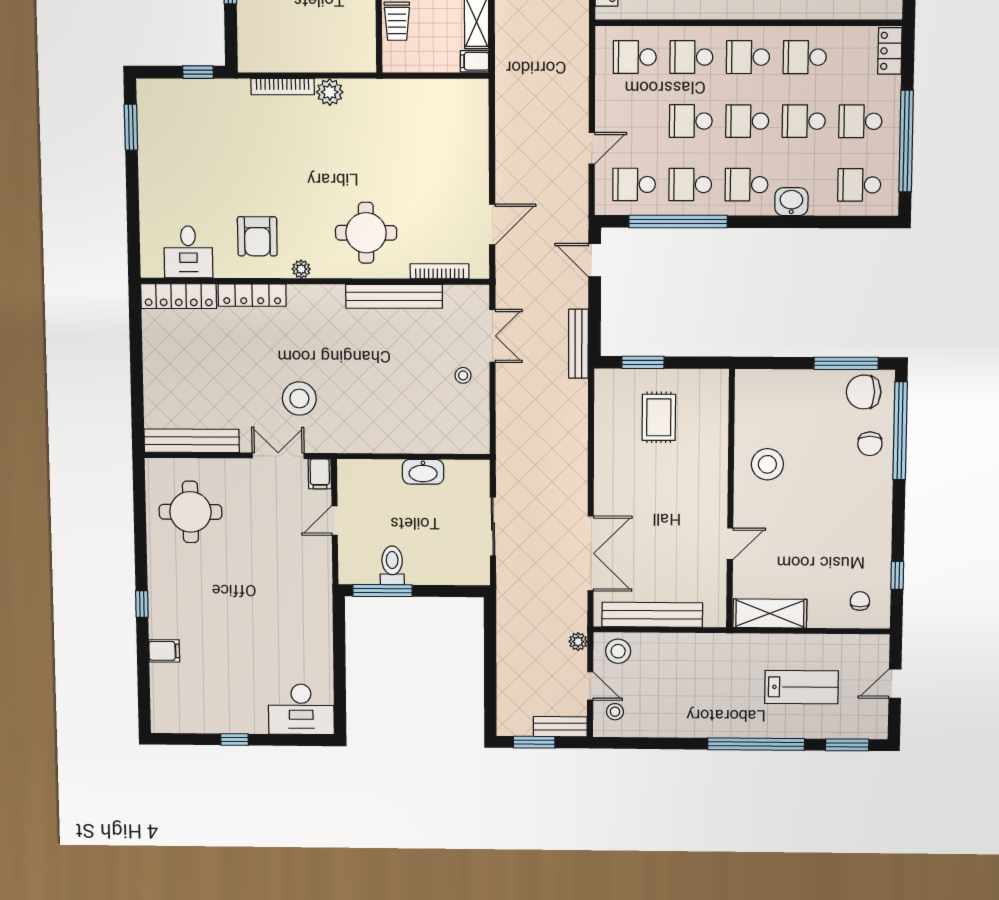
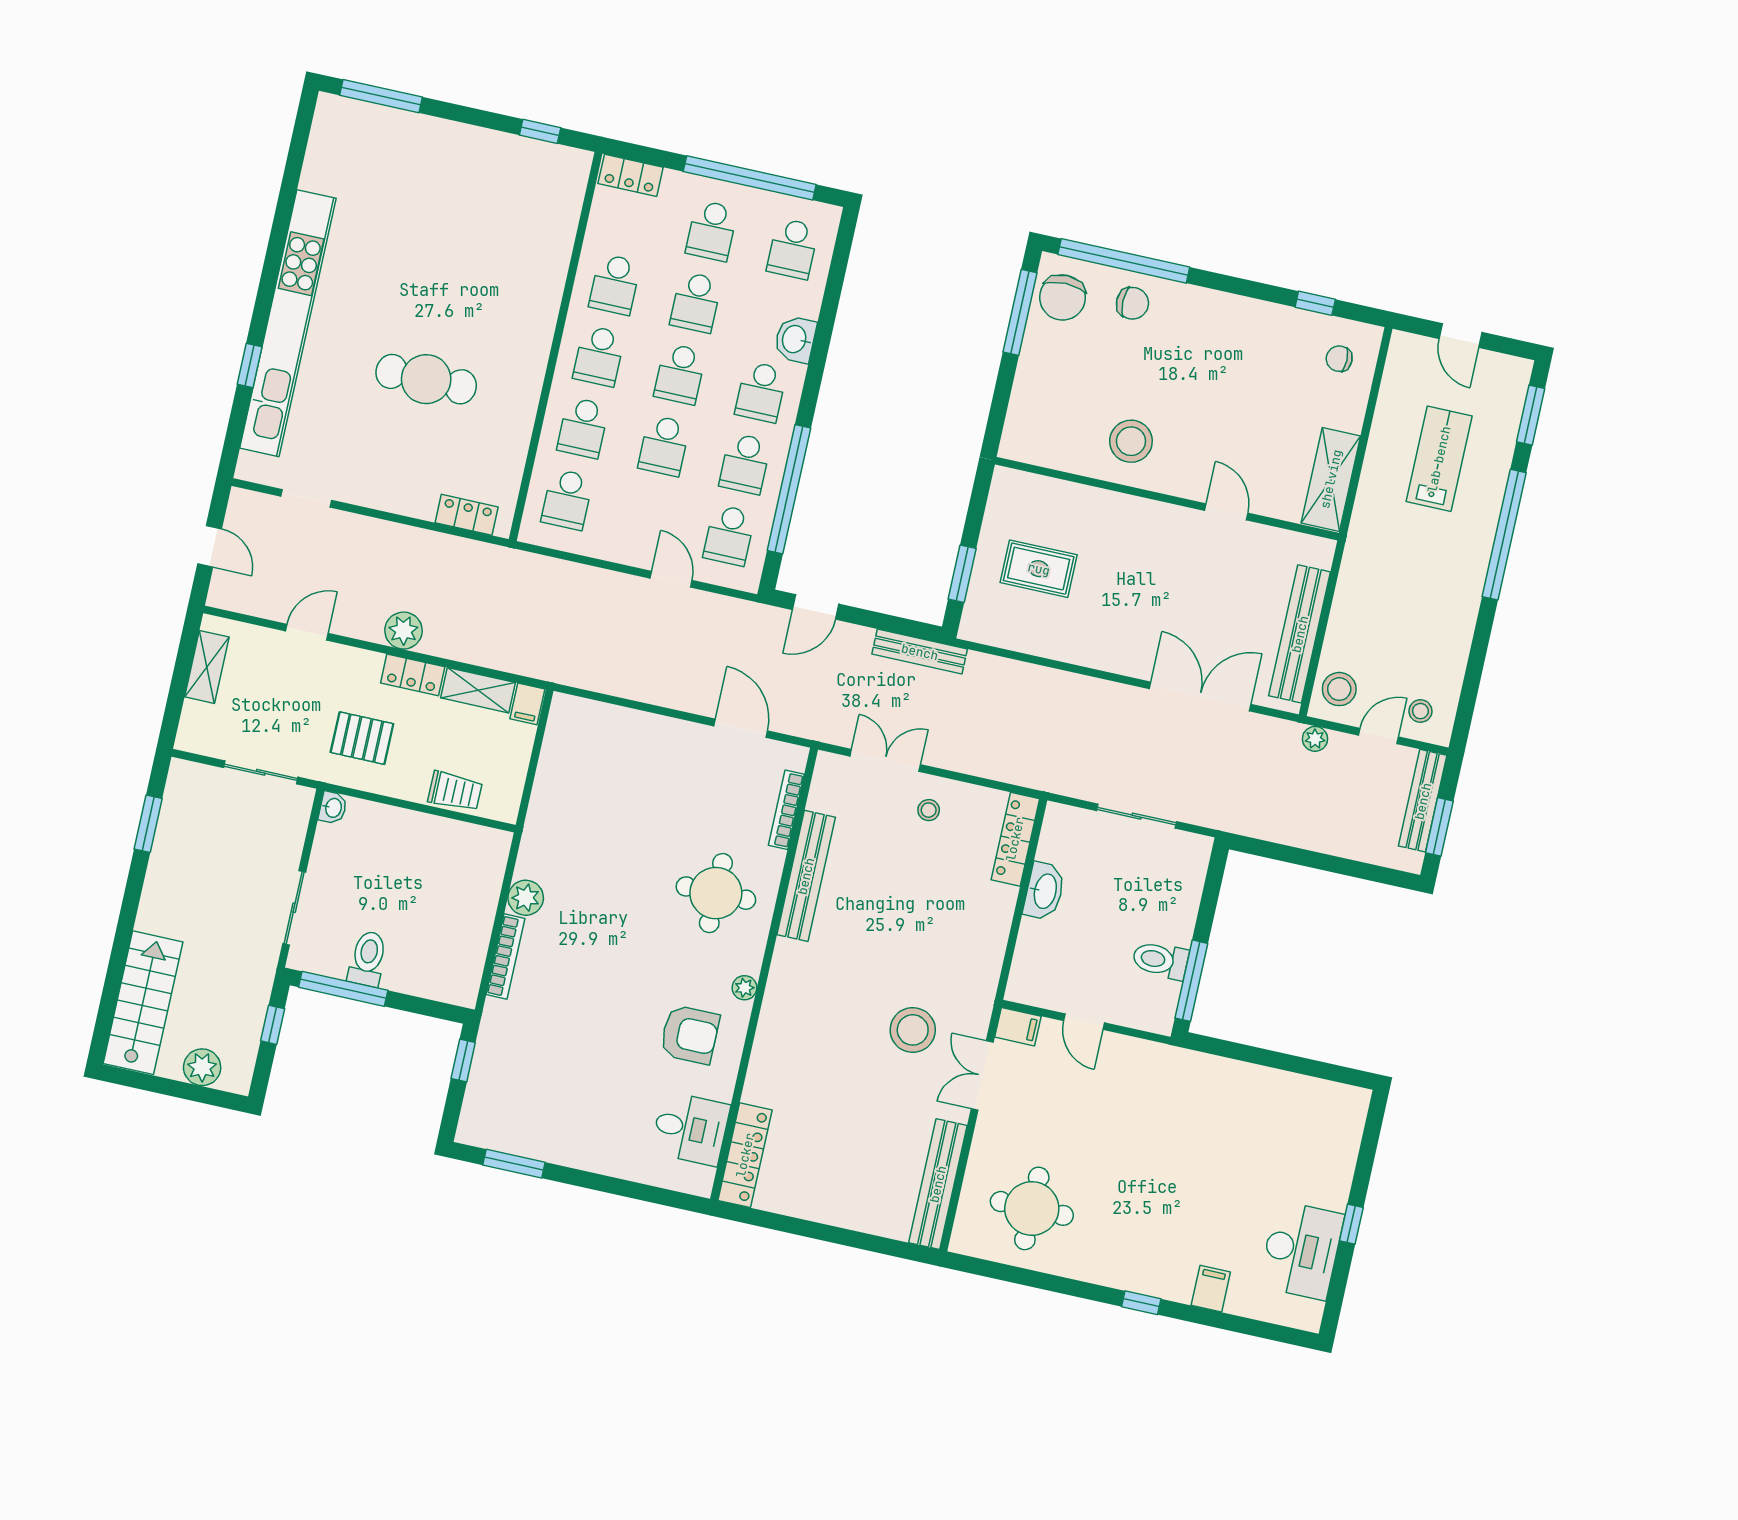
locker: (252, 295) -> (1015, 839), moved, turned 180
desk: (301, 709) -> (1301, 1250), moved
bench: (560, 727) -> (1423, 801), width x1.36

